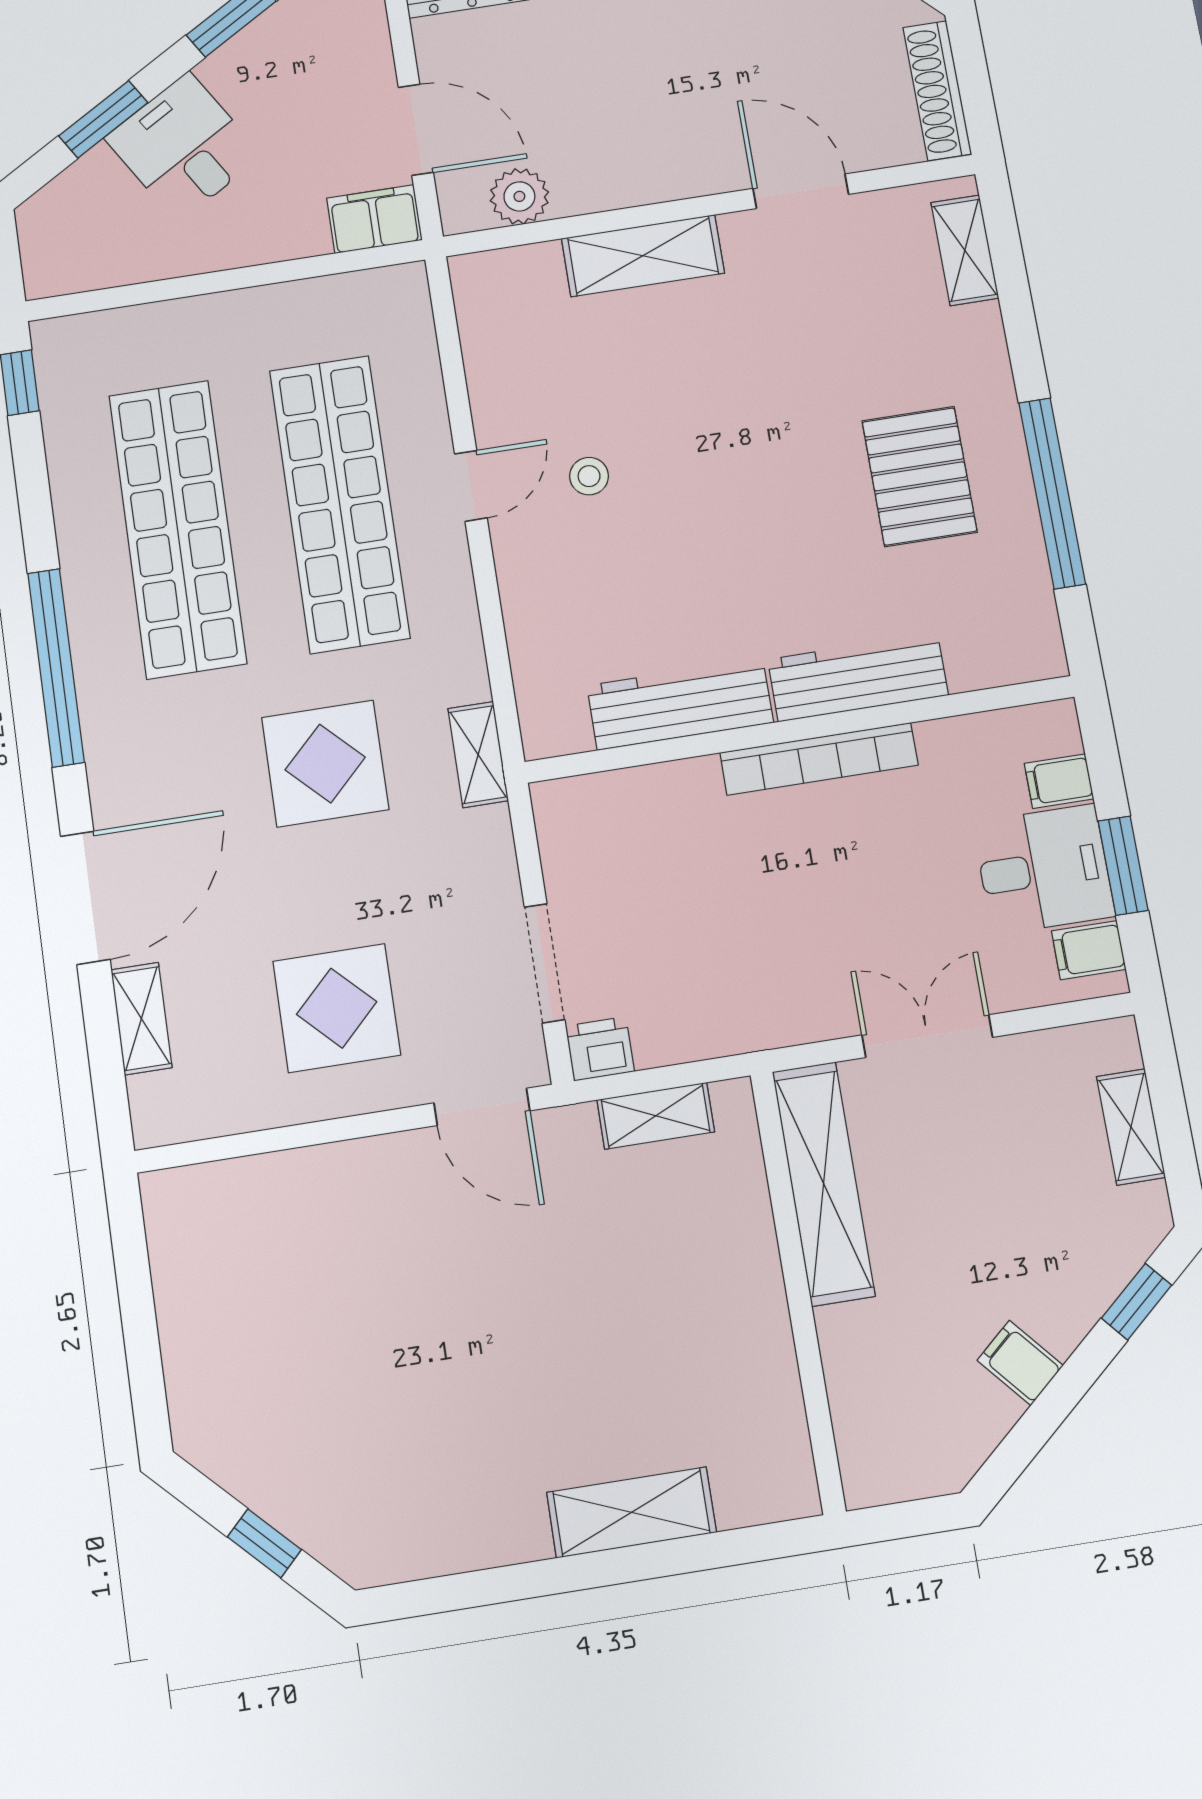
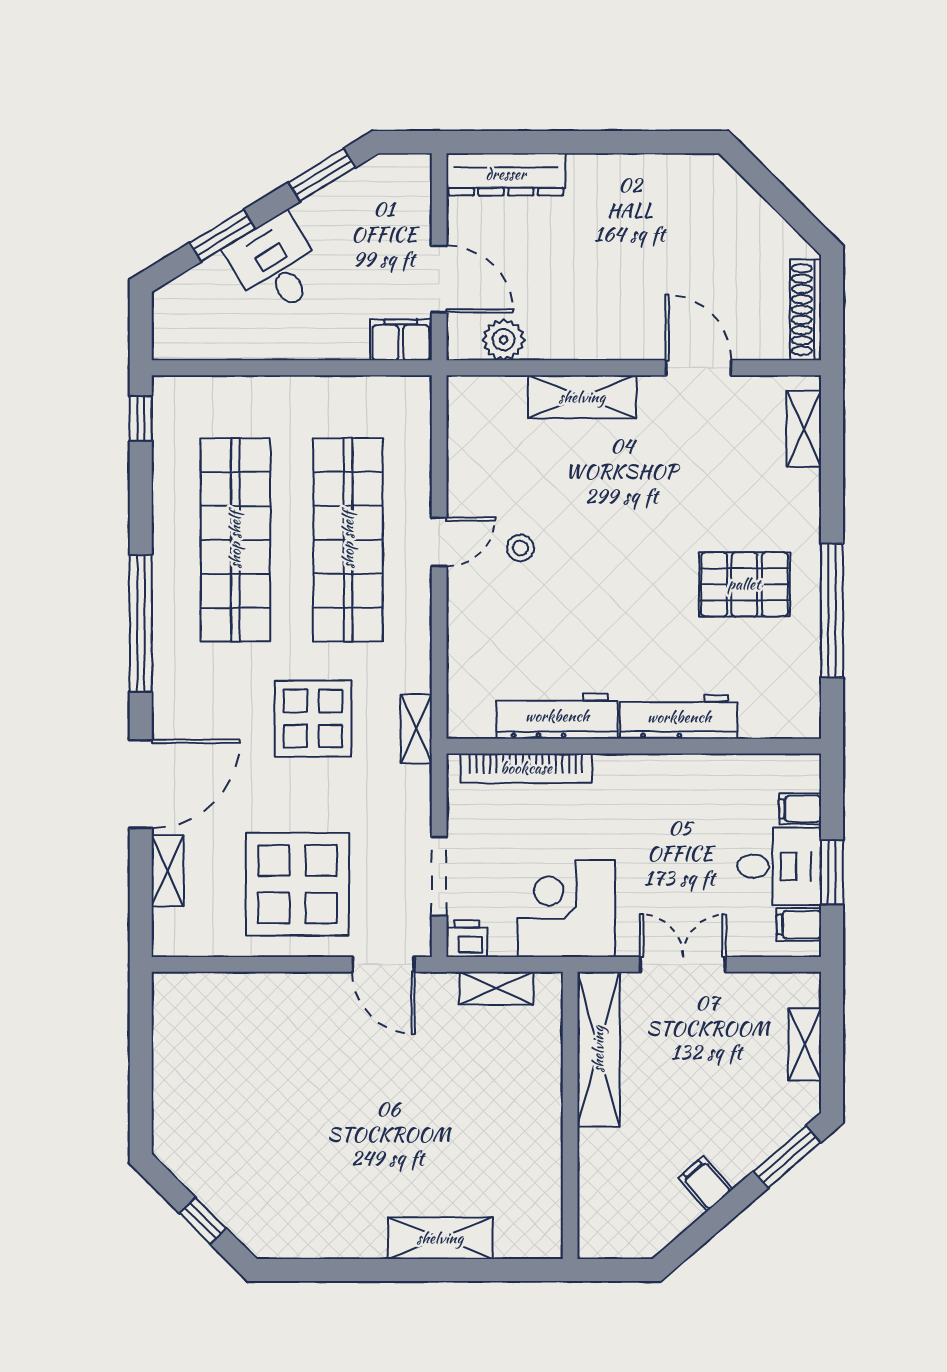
pallet: (919, 476) -> (744, 584), turned 90
bookcase: (819, 759) -> (526, 768), moved
corner desk: (740, 981) -> (566, 908), added
display table: (337, 1008) -> (298, 884), width x1.36, depth x1.36
window: (1136, 1302) -> (787, 1157), width x1.50

